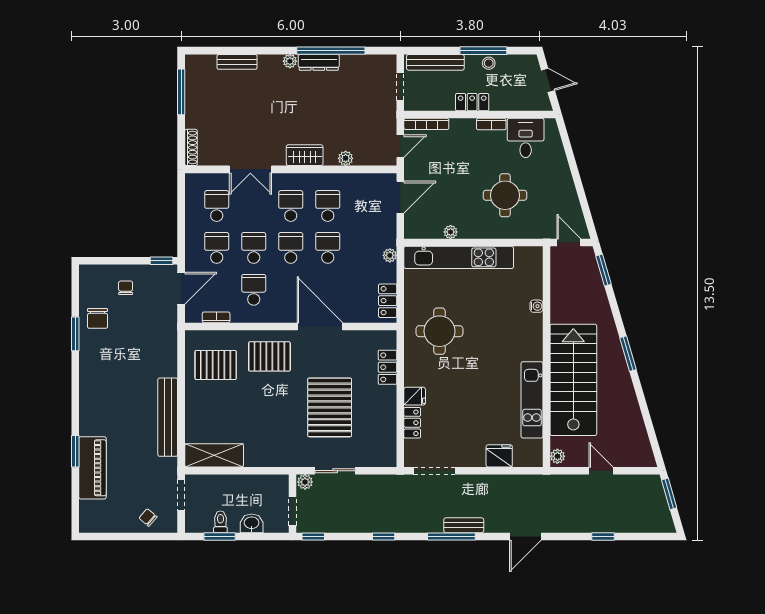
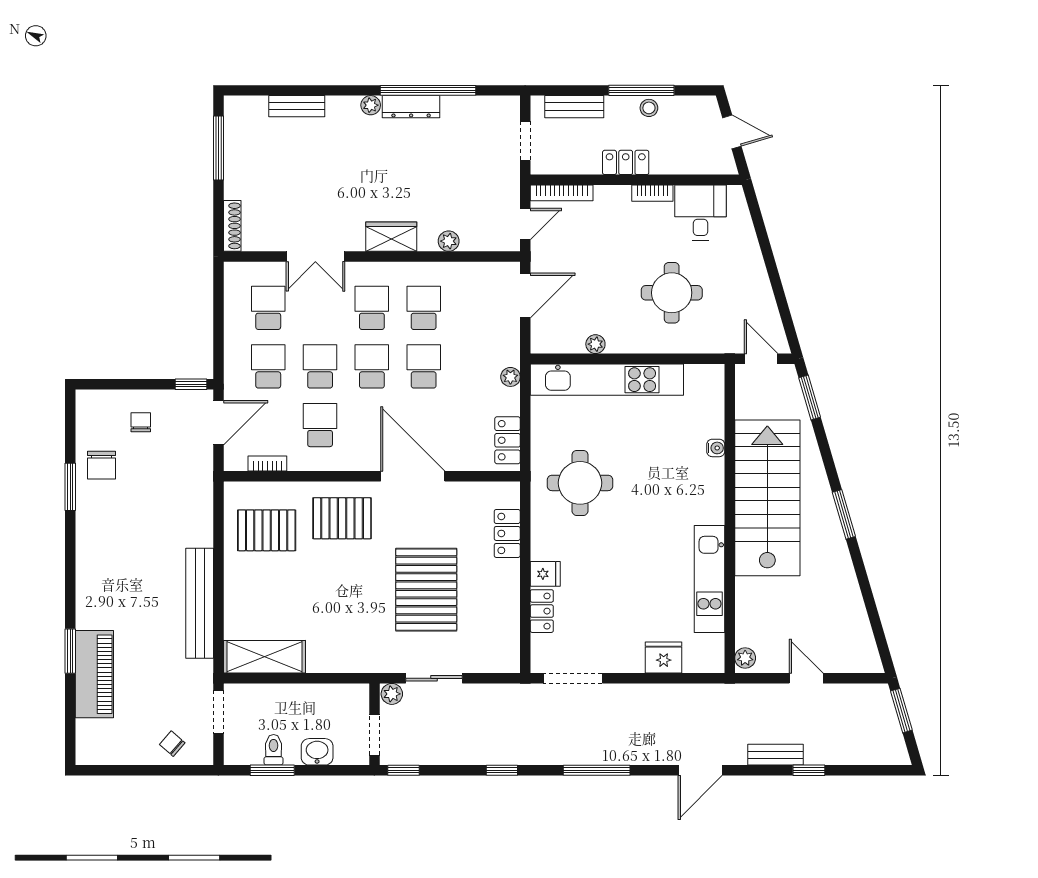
bench: (435, 62) -> (574, 107), width x0.73
stairs: (573, 380) -> (767, 498), moved
bench: (464, 525) -> (776, 755), moved

